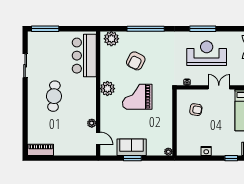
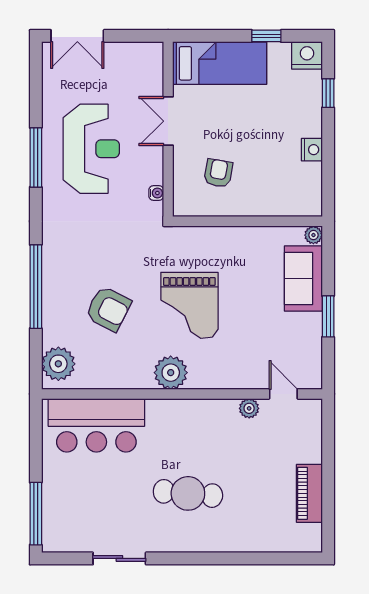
reception desk: (207, 53) -> (91, 149), turned 180
door: (98, 138) -> (283, 394), hinge flipped
sofa: (132, 147) -> (303, 279), moved
piano: (41, 150) -> (309, 493), moved

